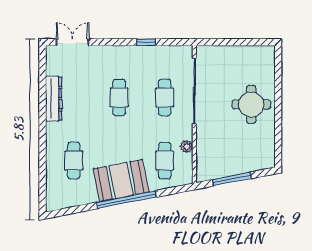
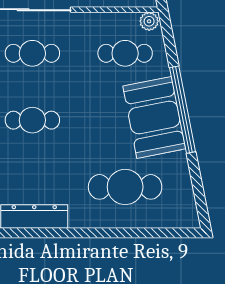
plant: (186, 146) -> (149, 21), moved
cafe table: (74, 161) -> (125, 187), width x1.37, depth x1.35

